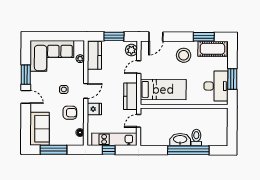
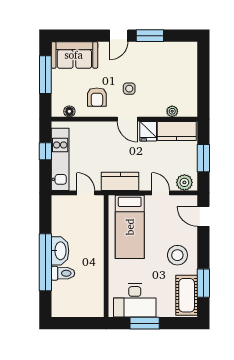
corner sofa: (52, 56) -> (176, 72), removed
fridge: (94, 109) -> (148, 131), moved

